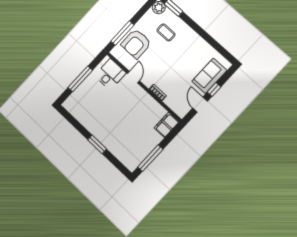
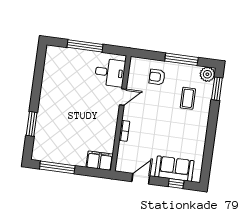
window: (122, 33) -> (181, 59), moved
armchair: (136, 44) -> (157, 77), width x0.53, depth x0.53
window: (214, 89) -> (176, 184), moved
window: (97, 144) -> (32, 124), moved

